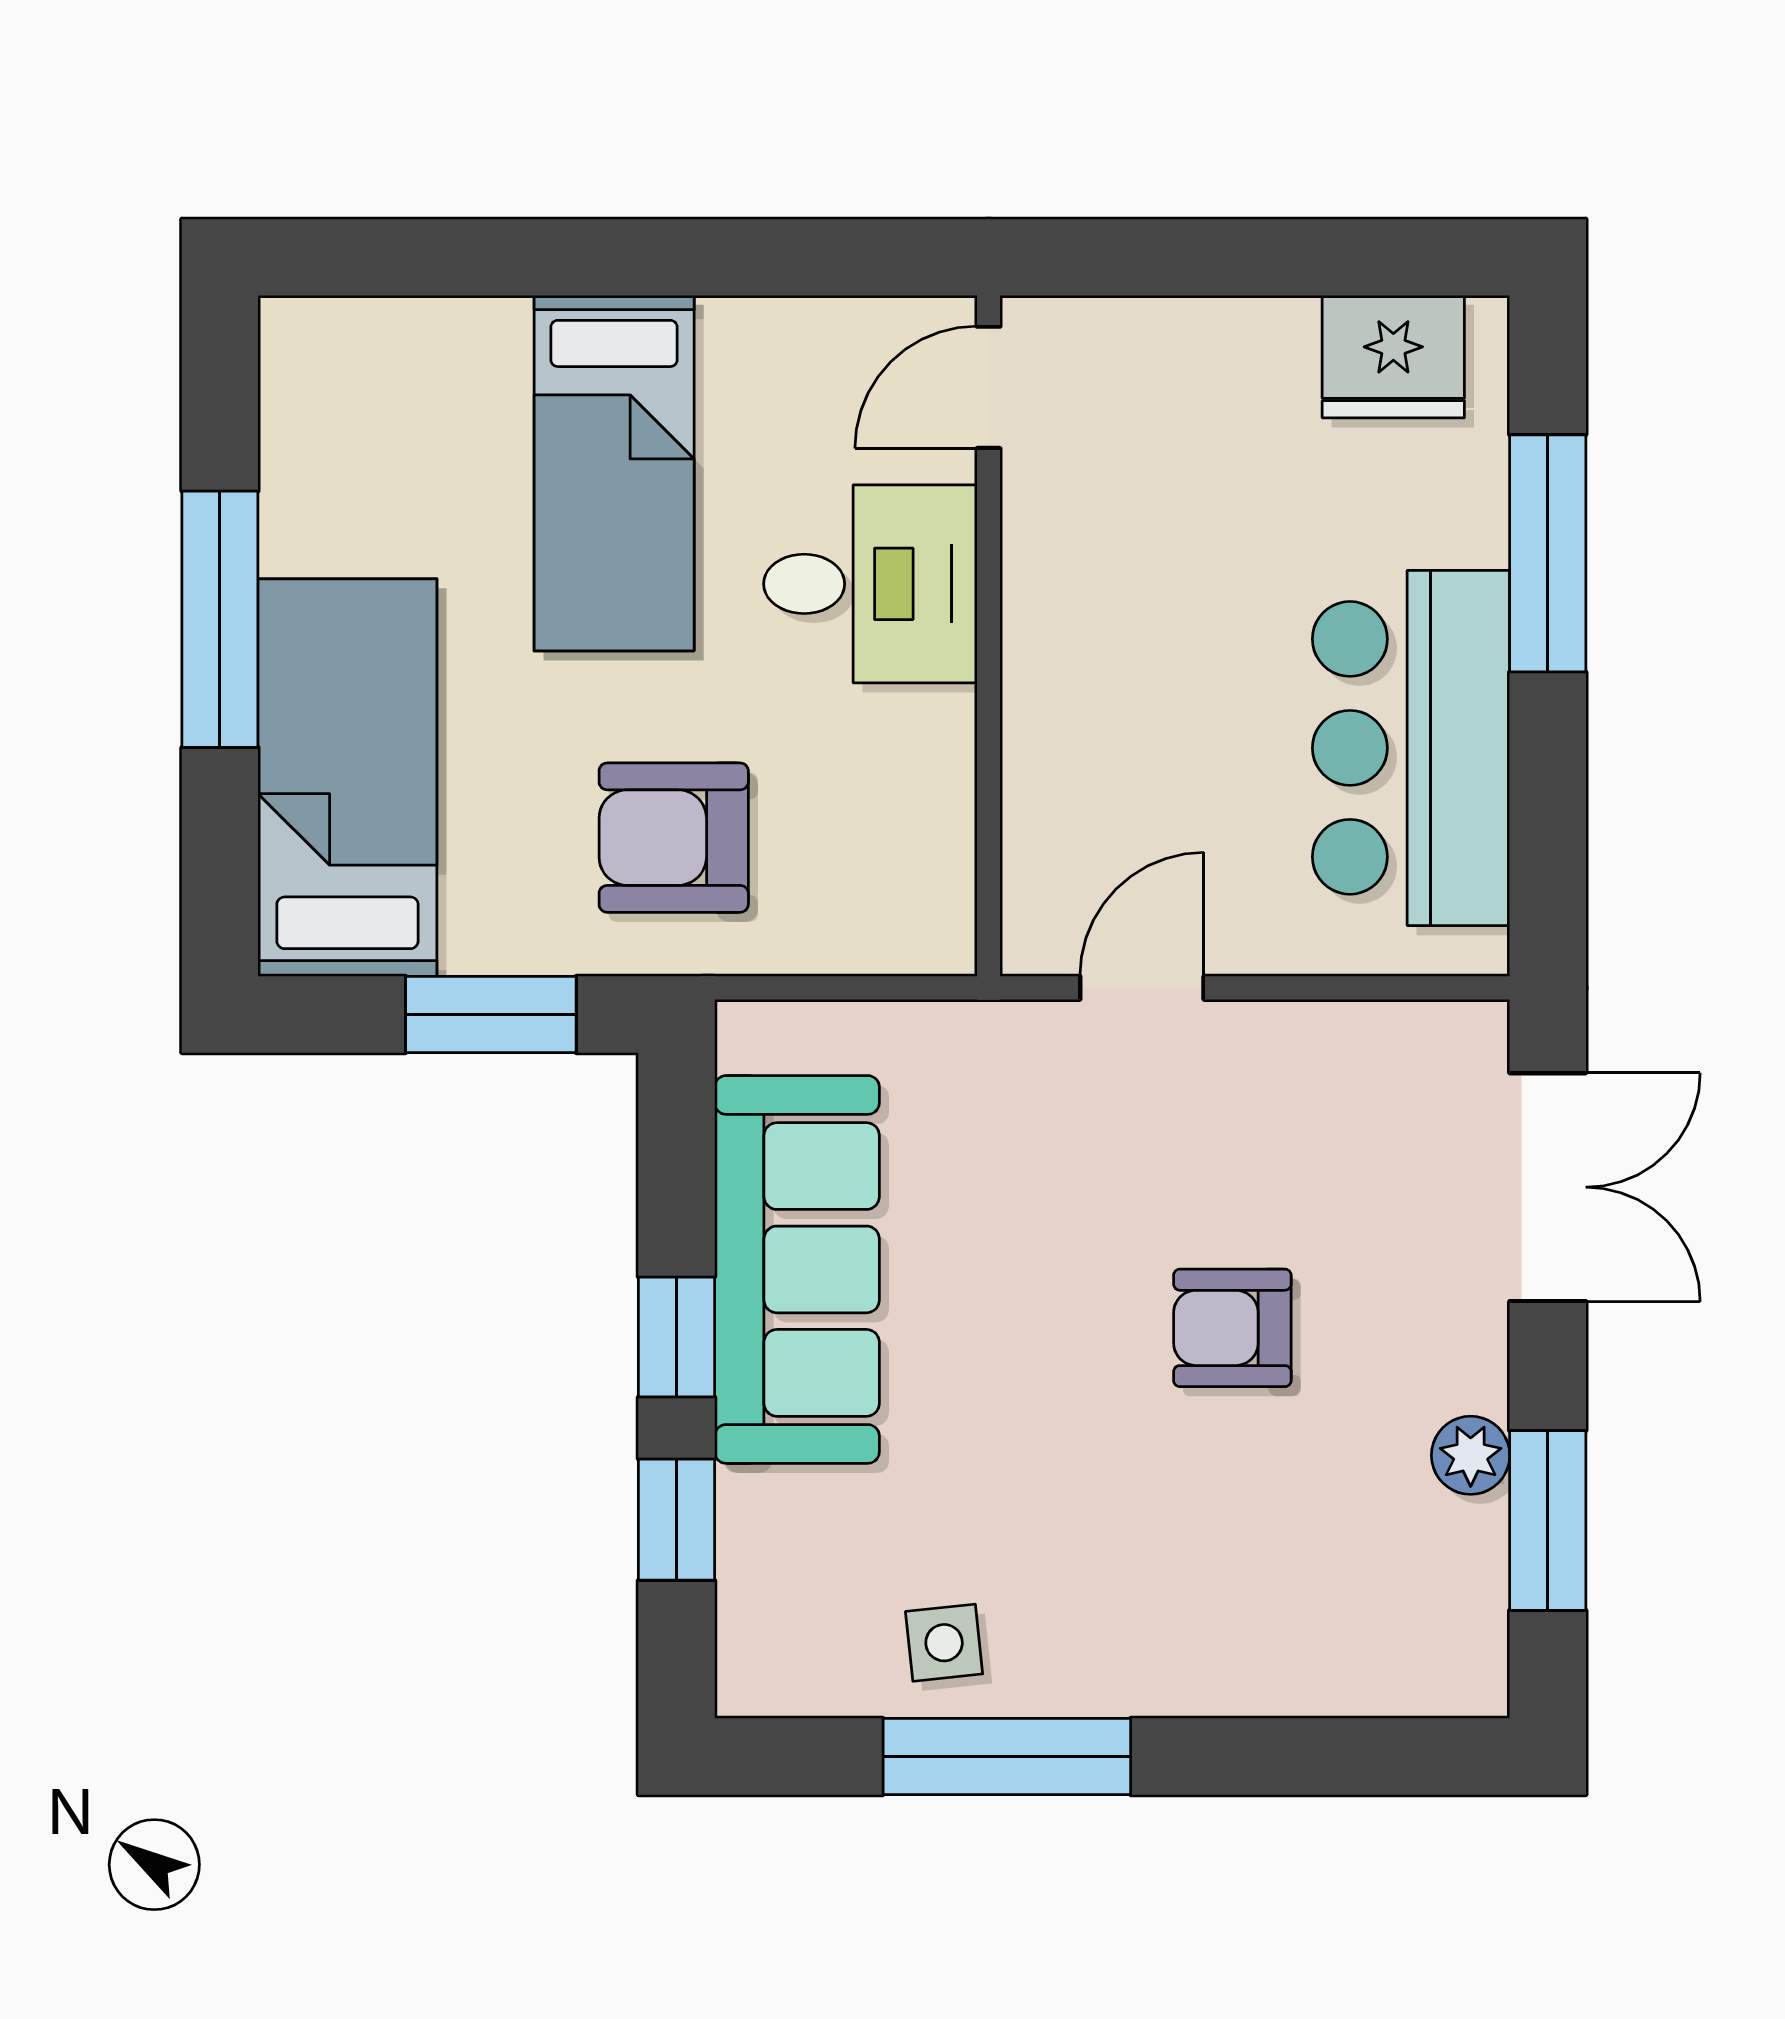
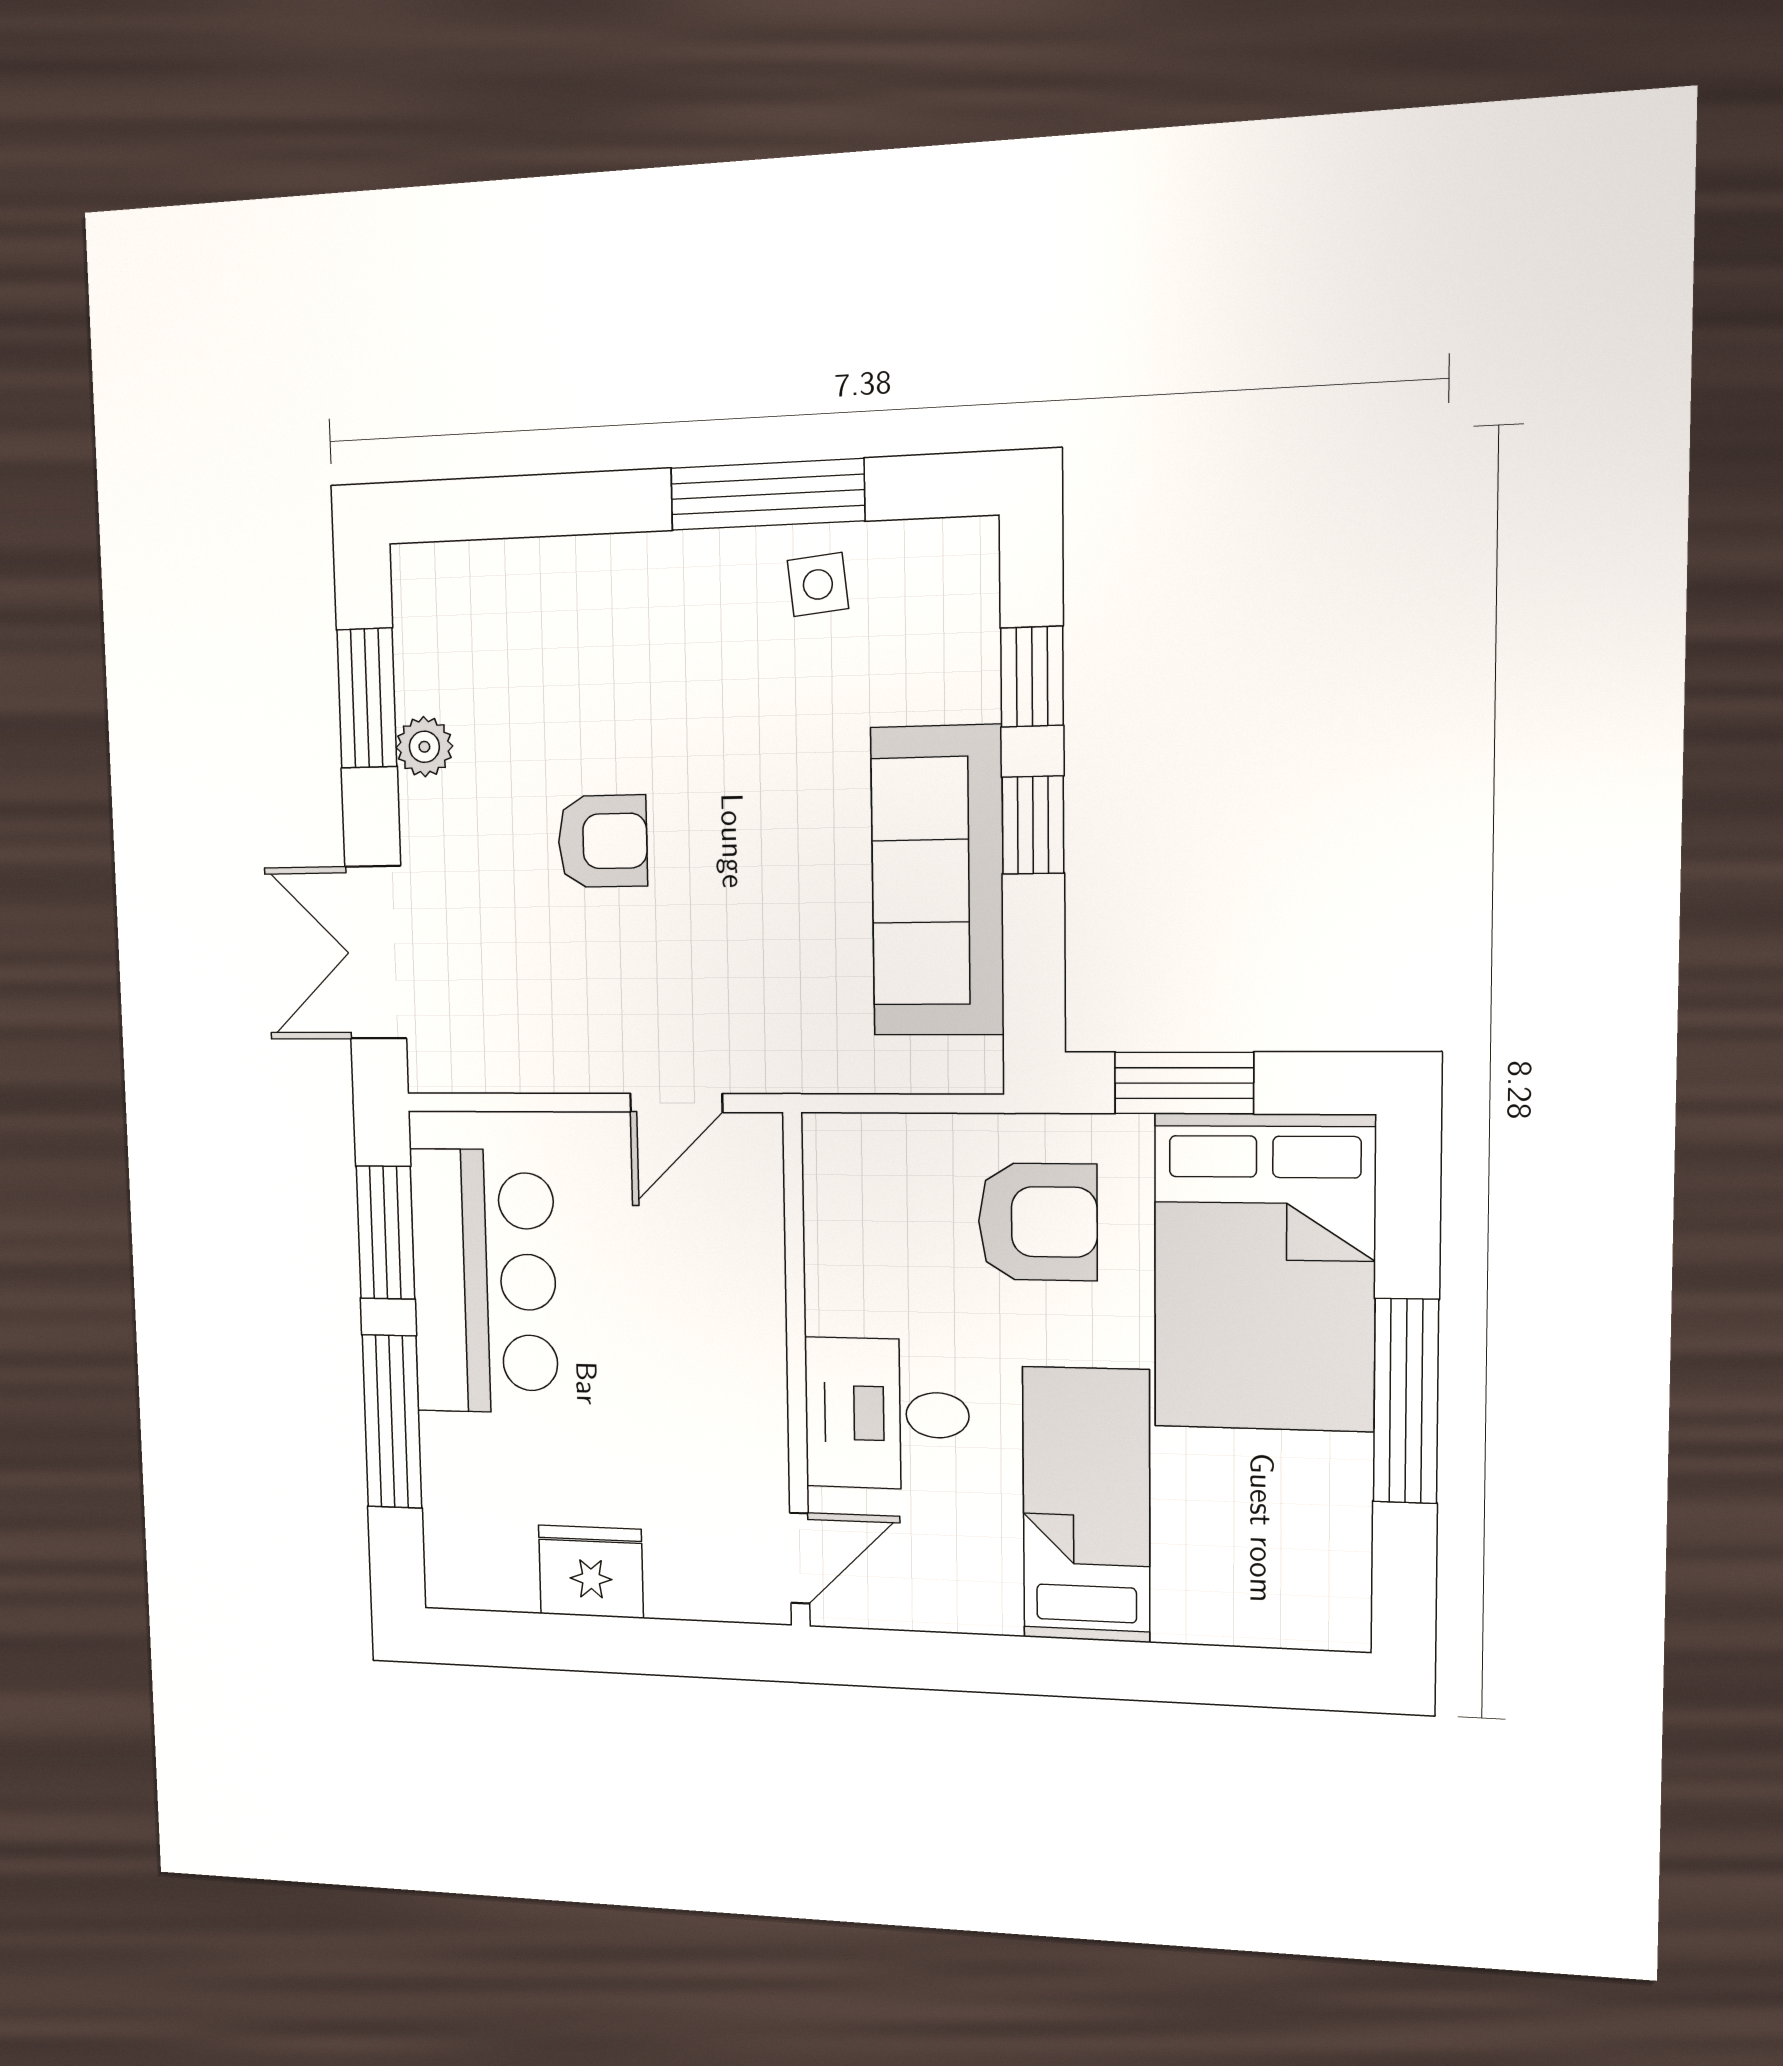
fridge: (1393, 357) -> (591, 1572), moved
bed: (347, 778) -> (1264, 1272), width x1.50
window: (1548, 812) -> (385, 1233), added

